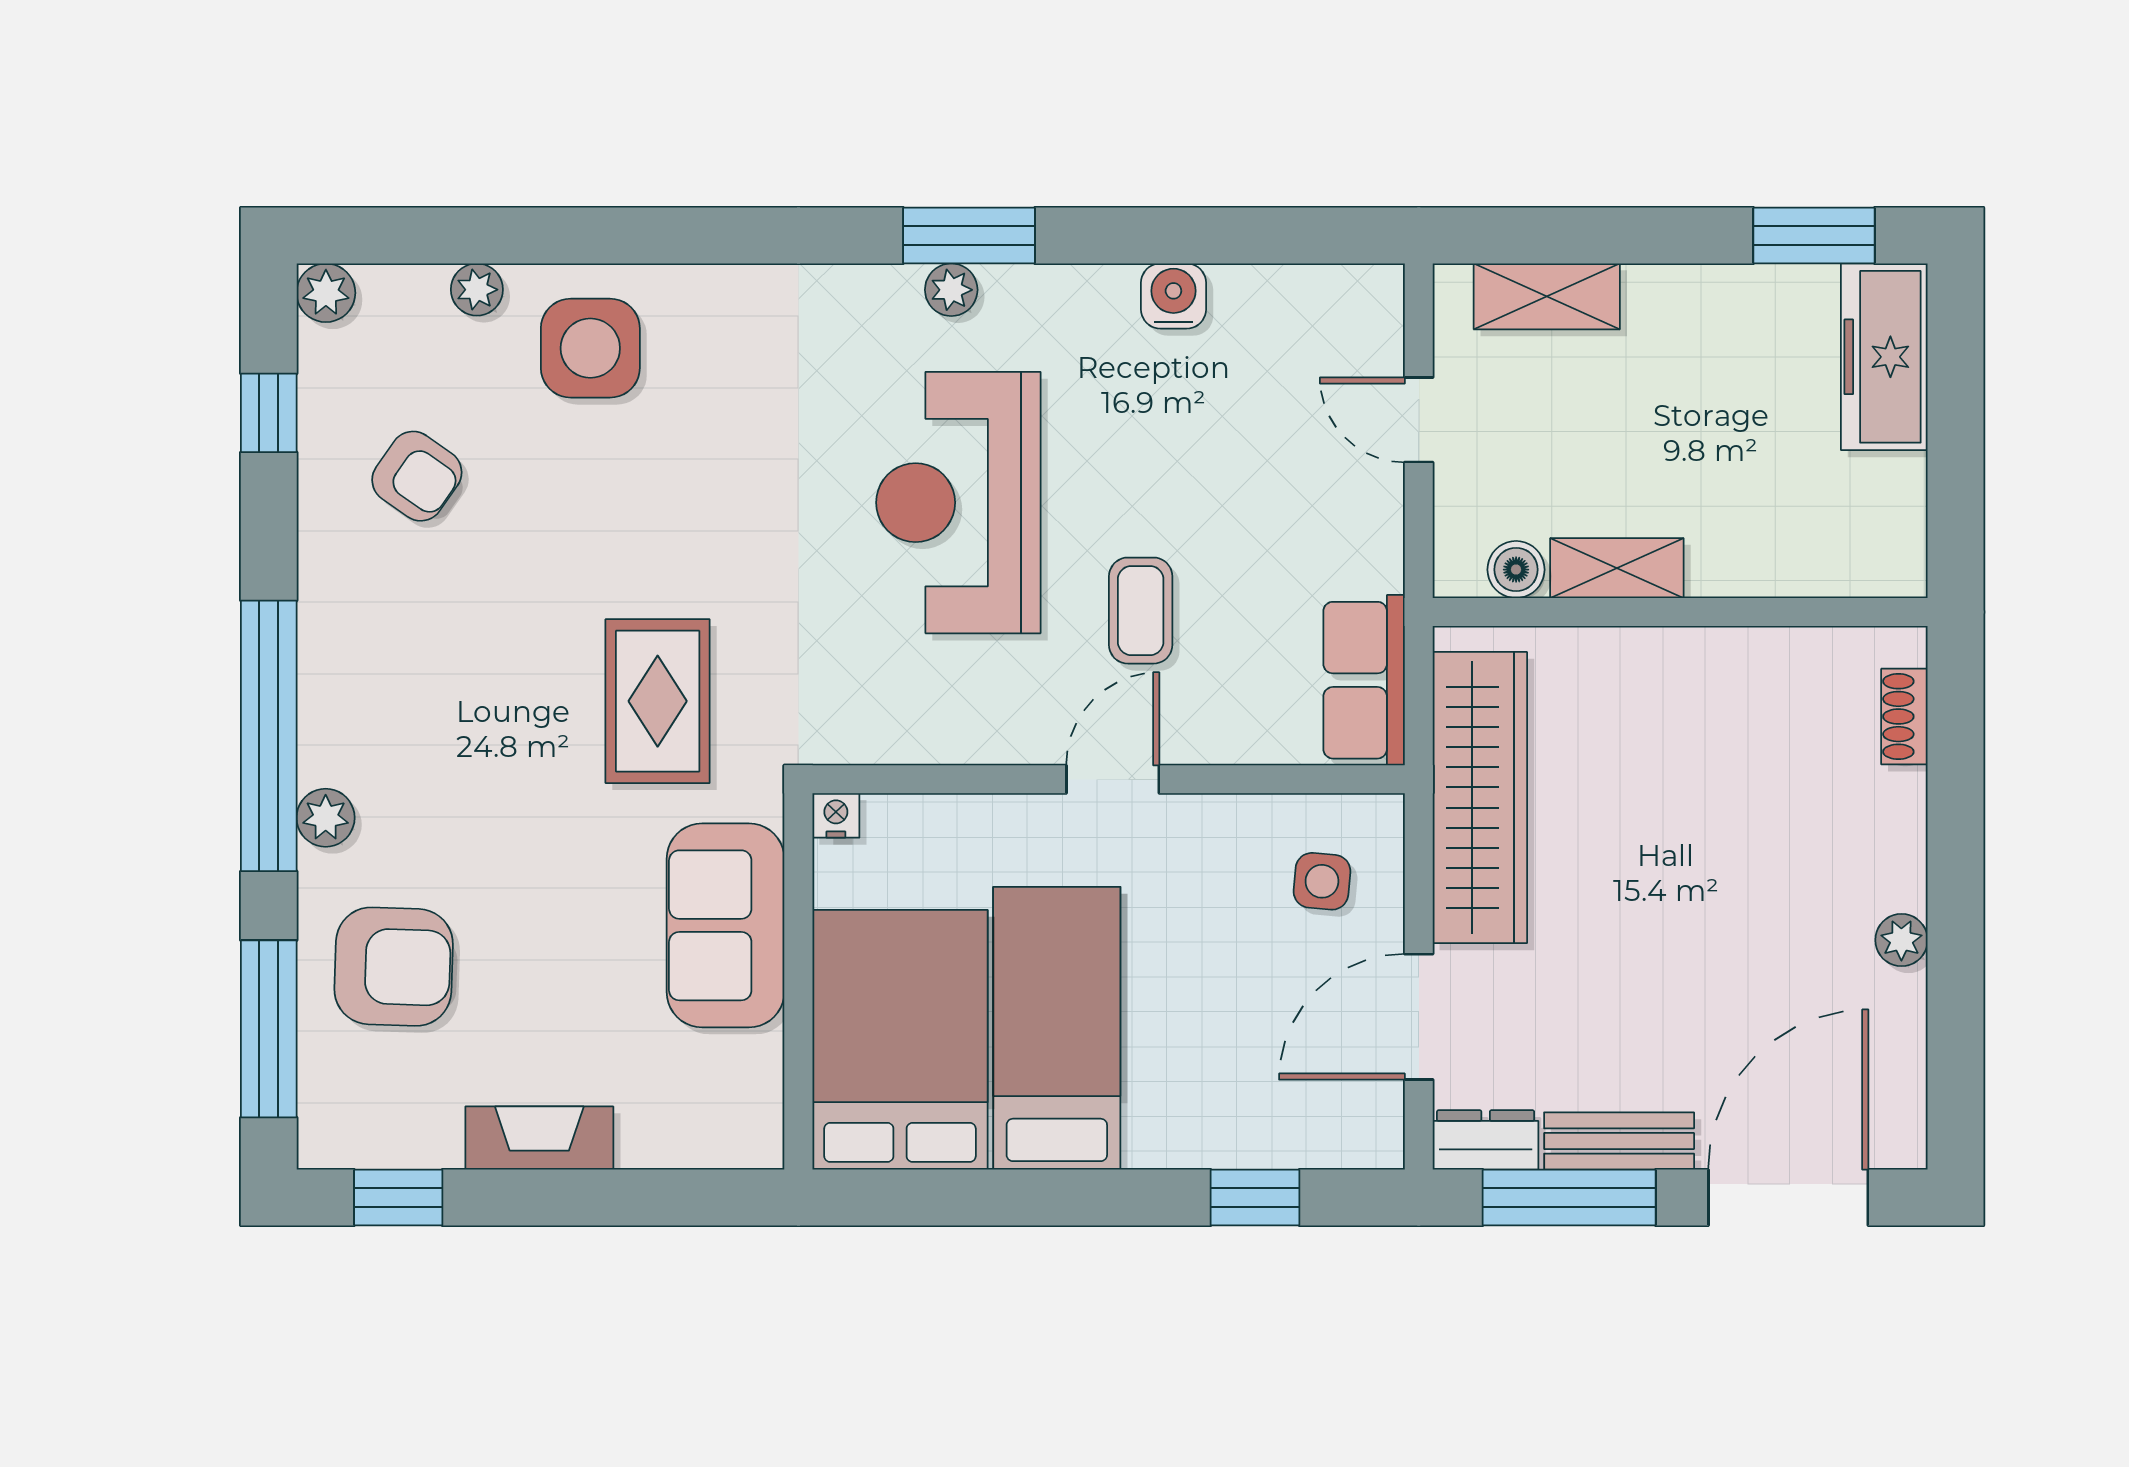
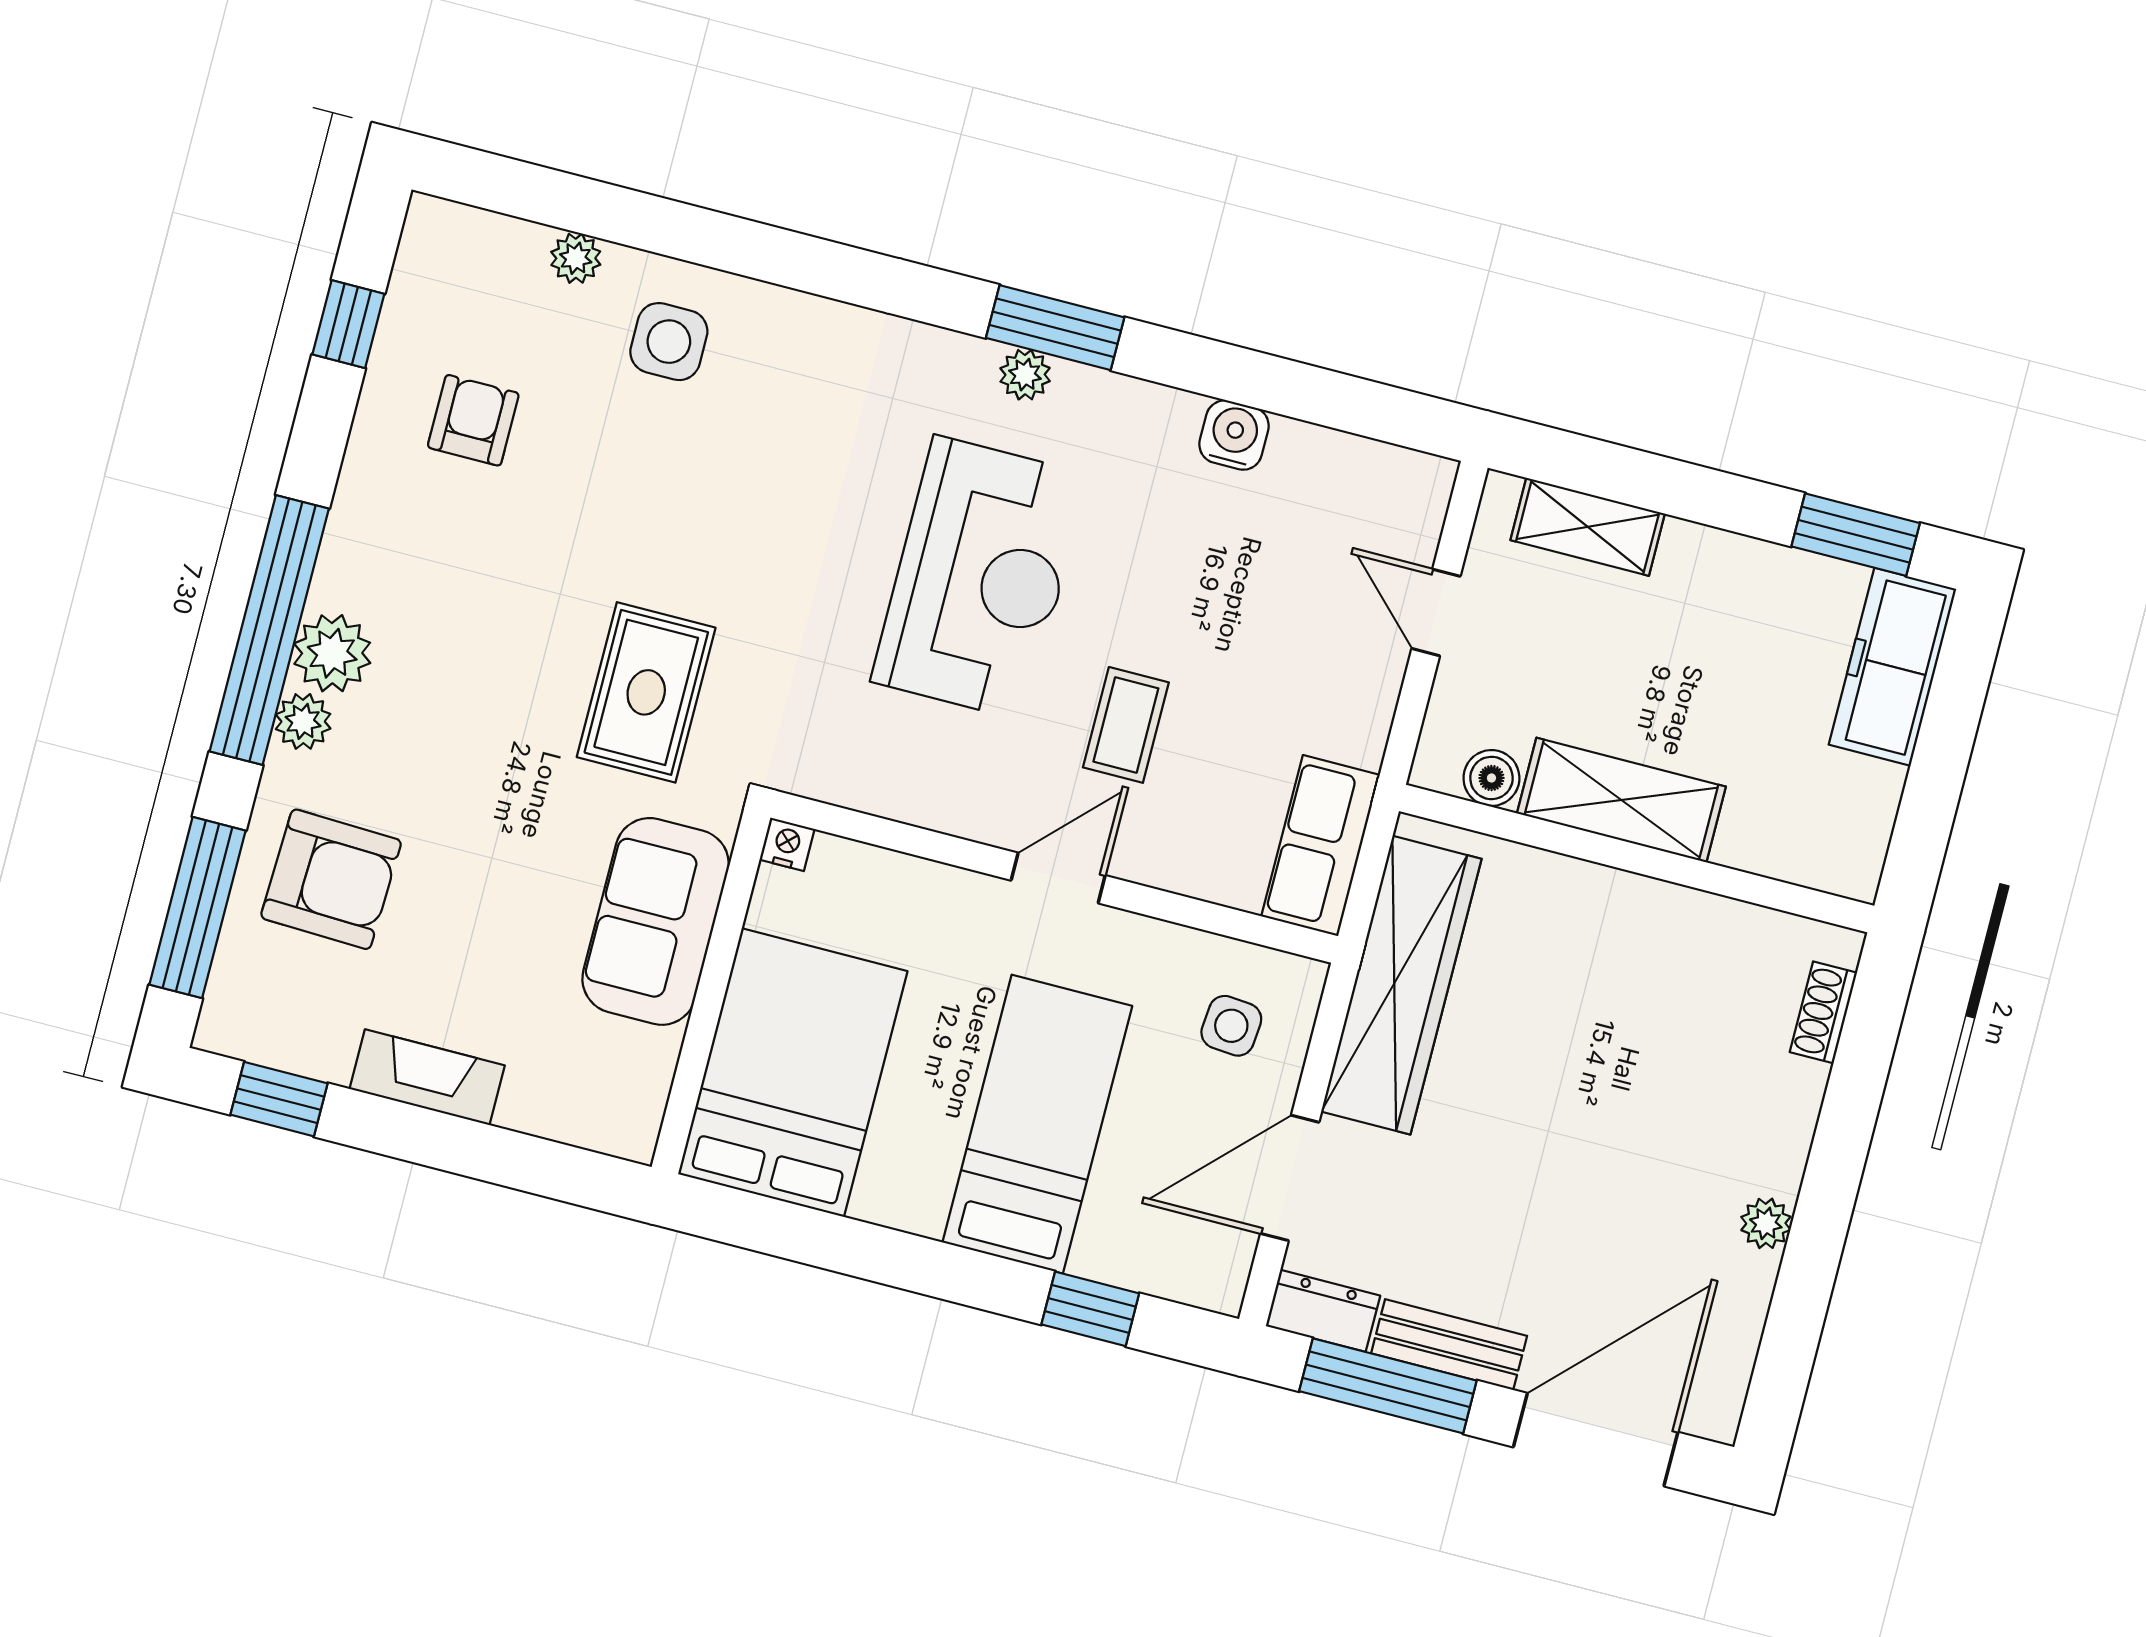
plant: (326, 293) -> (332, 653), moved, width x1.38, depth x1.38
side table: (590, 348) -> (669, 342), width x0.73, depth x0.73
armchair: (417, 476) -> (473, 420), turned -125
reception desk: (958, 503) -> (980, 578), turned 180
shelving: (1617, 568) -> (1621, 800), width x1.50, depth x1.33
bed: (1057, 1028) -> (1037, 1124), moved

